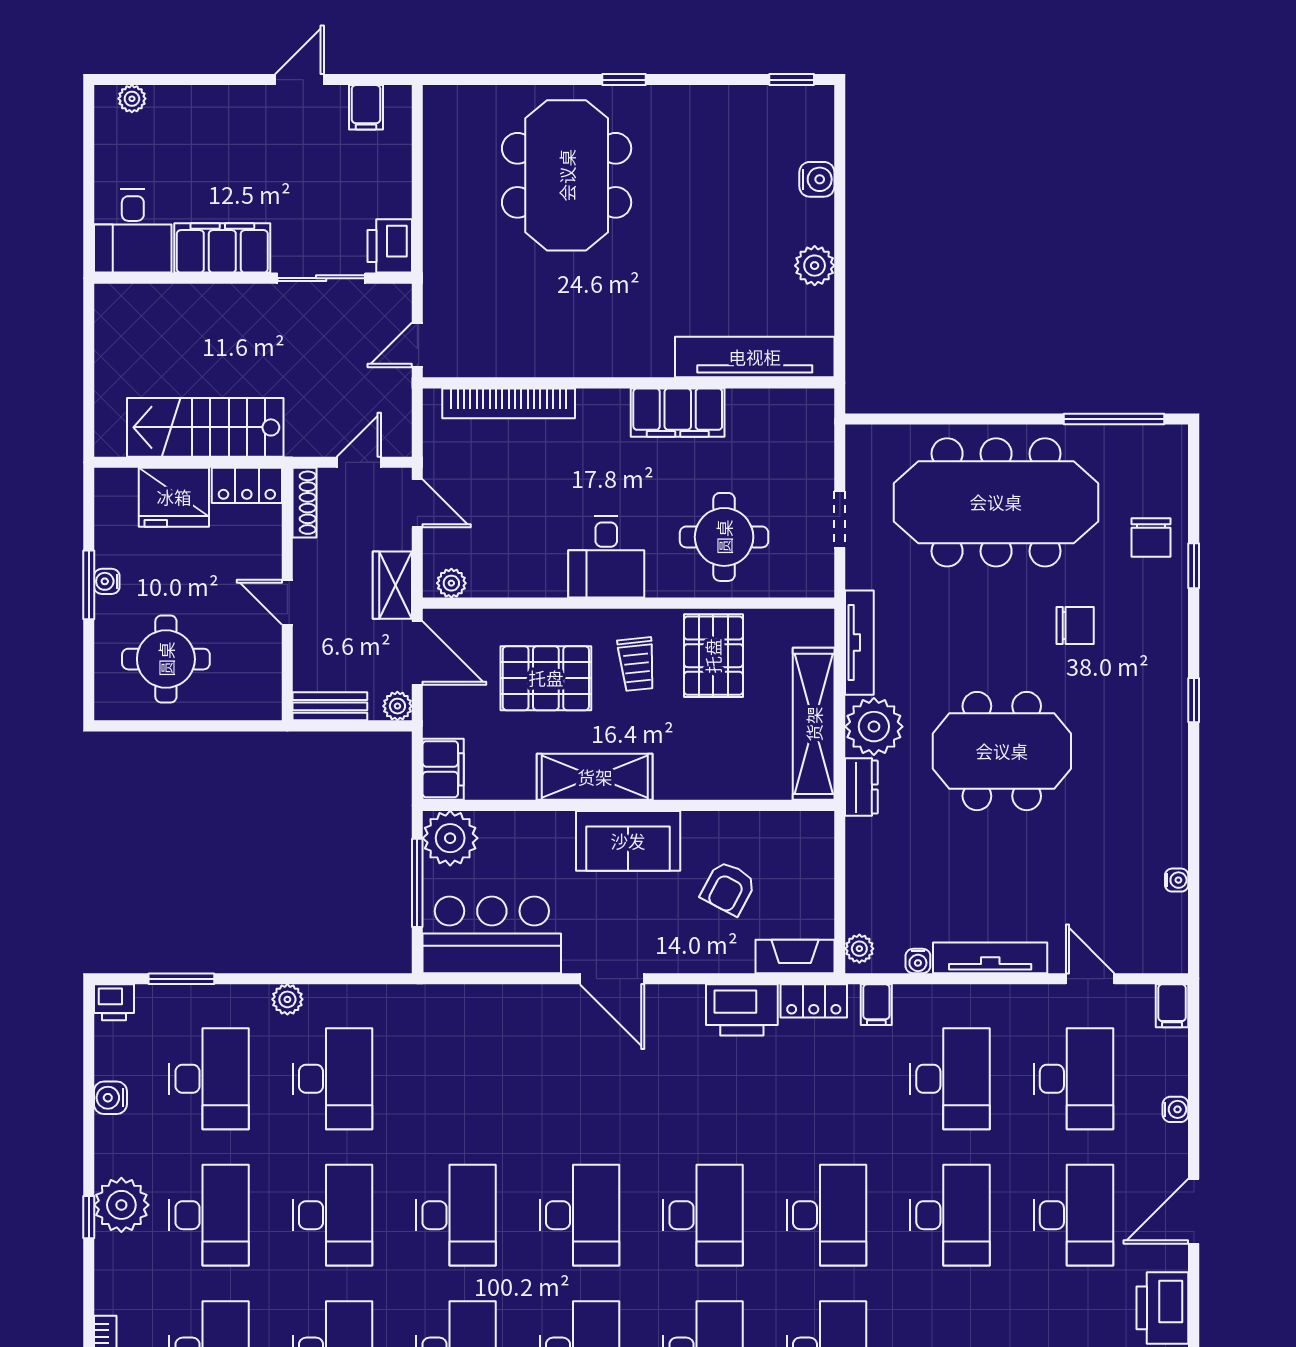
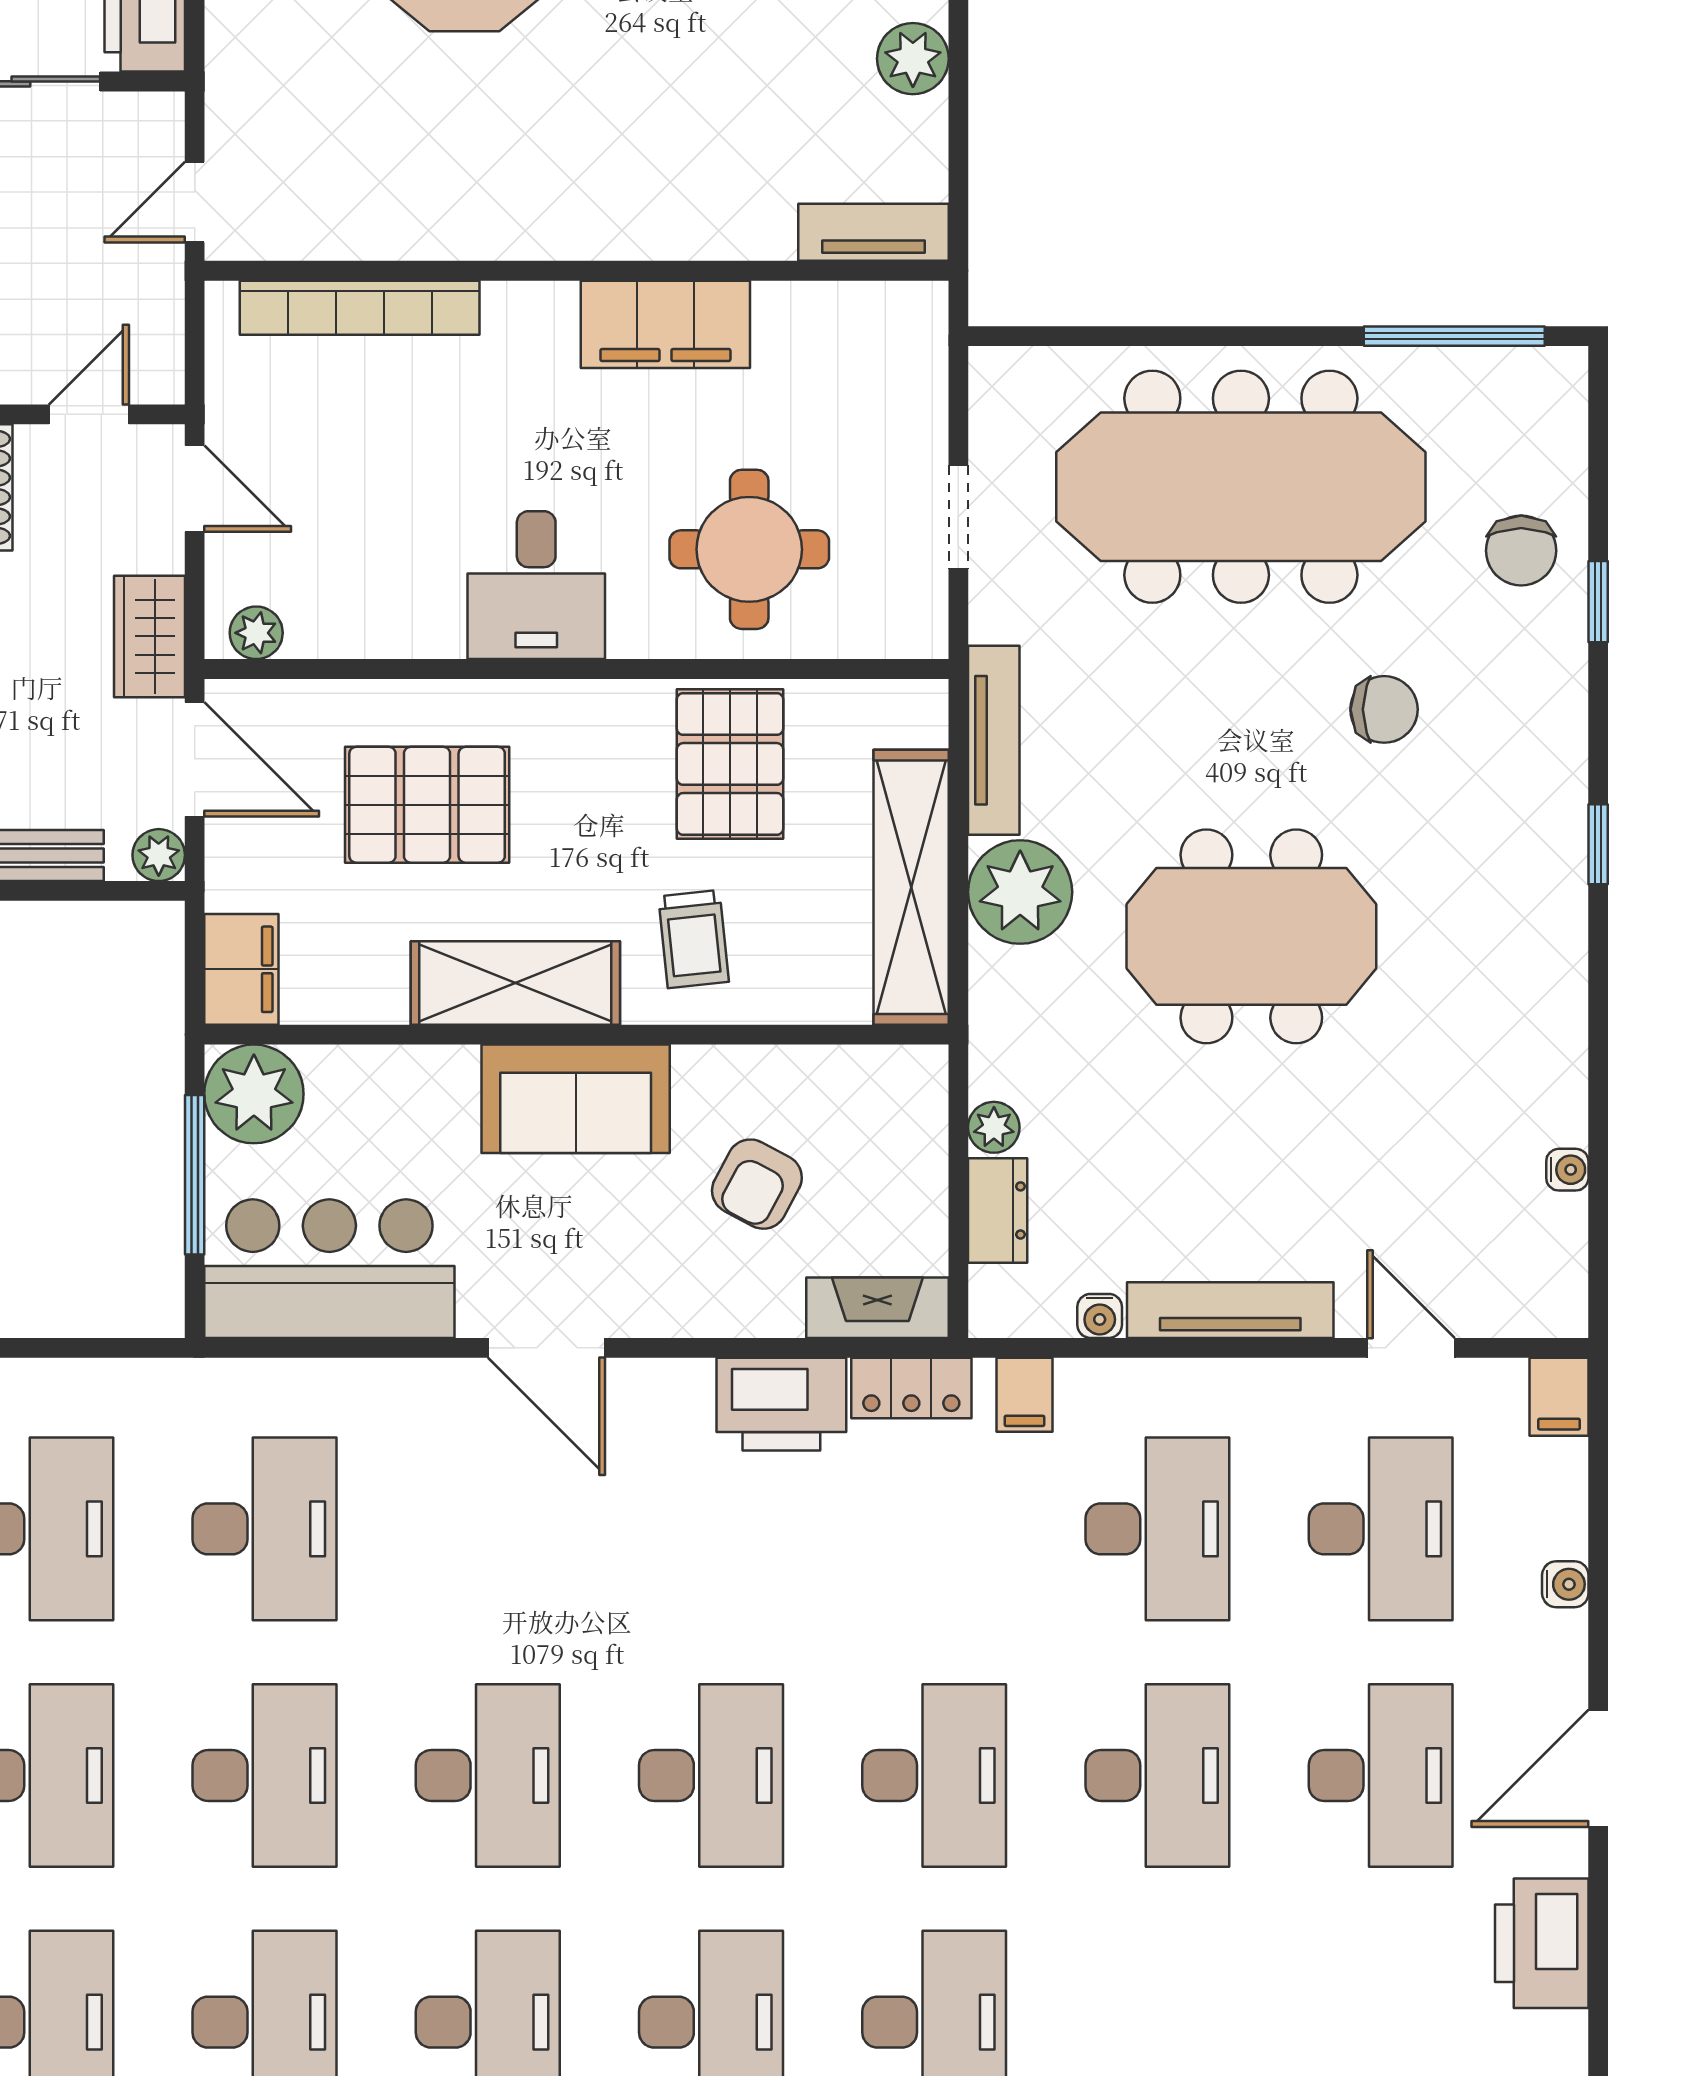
tv unit: (755, 357) -> (874, 232), width x0.52, depth x0.78
trolley: (637, 664) -> (694, 939), moved
dresser: (861, 787) -> (998, 1210), moved
plant: (859, 949) -> (994, 1127), moved
desk: (456, 1079) -> (264, 1529), added

